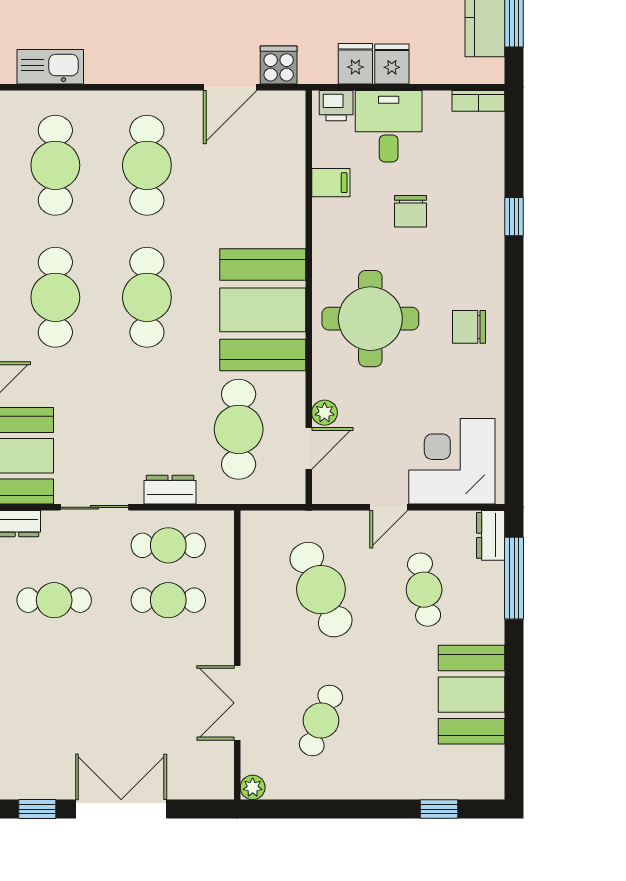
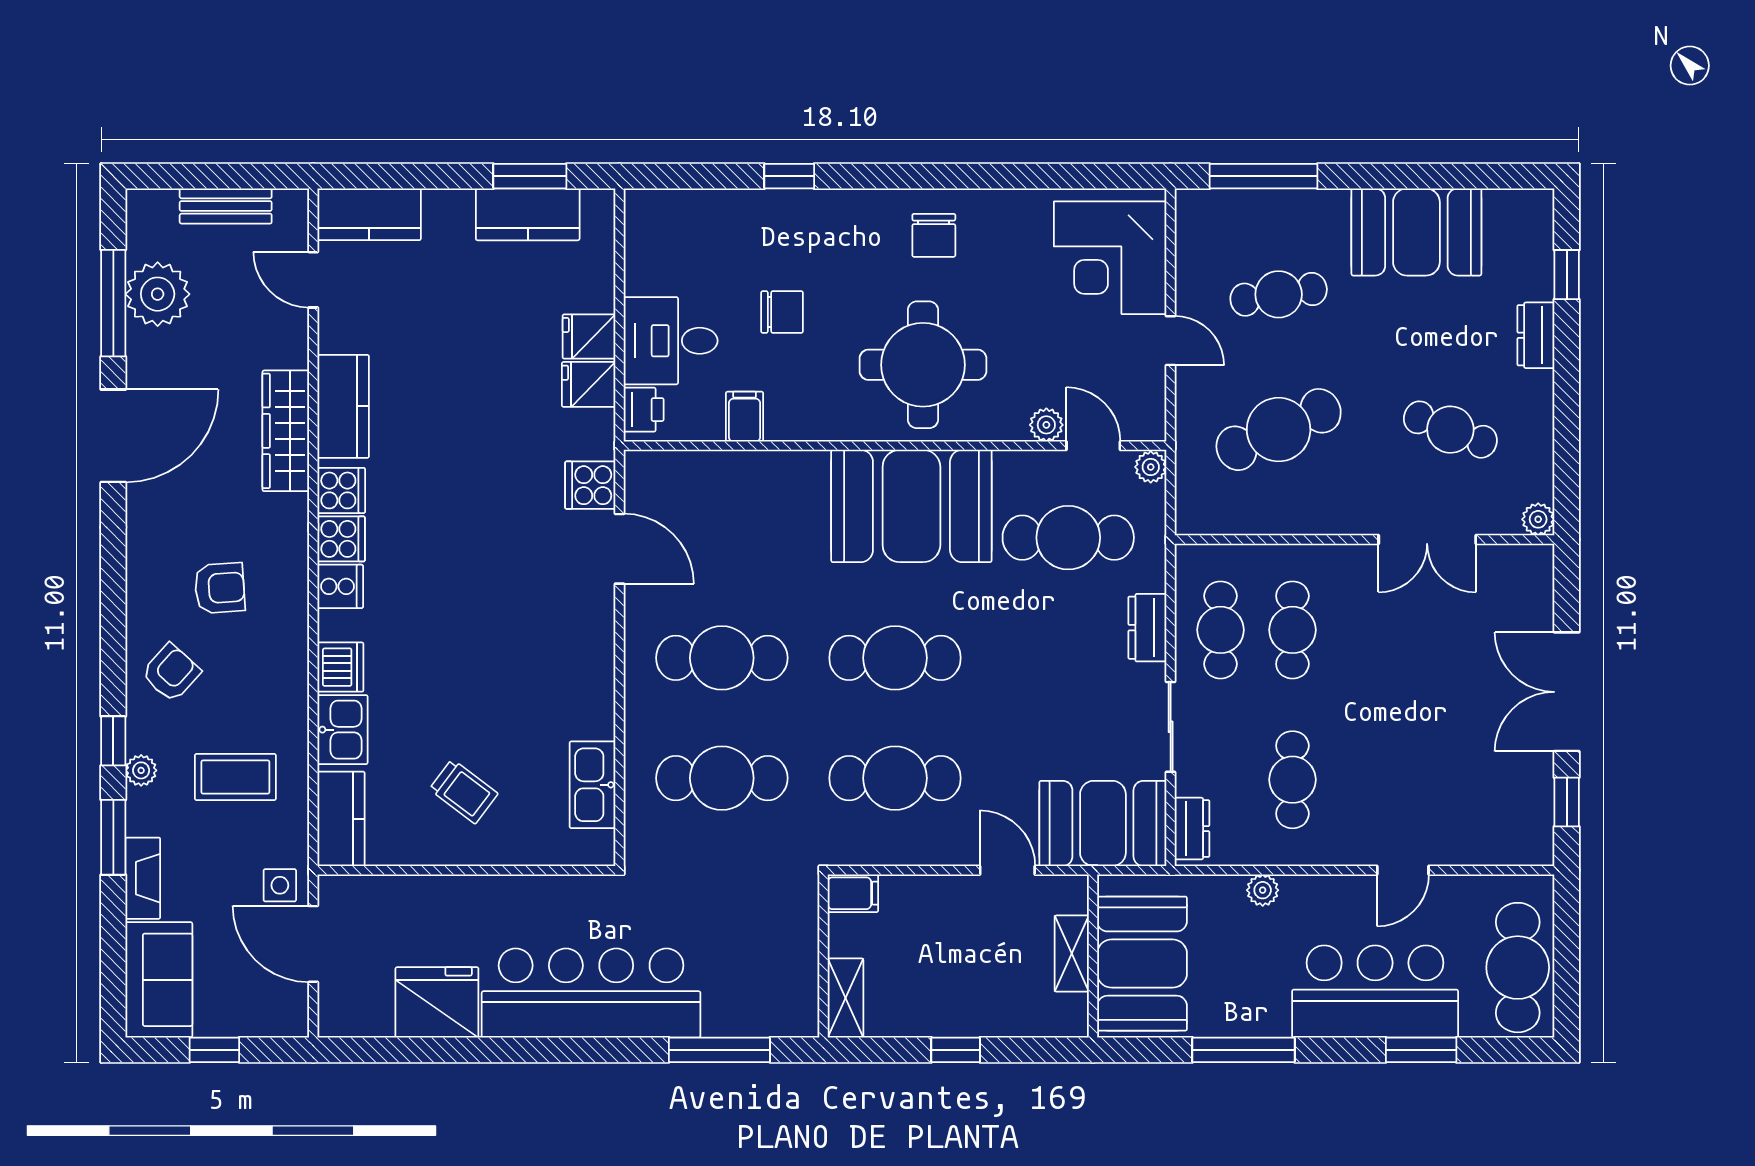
bookcase: (478, 101) -> (637, 223), removed
plant: (292, 492) -> (1151, 467), added
dresser: (491, 535) -> (1536, 335), moved, turned 90

